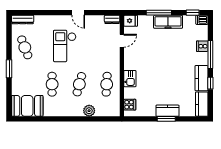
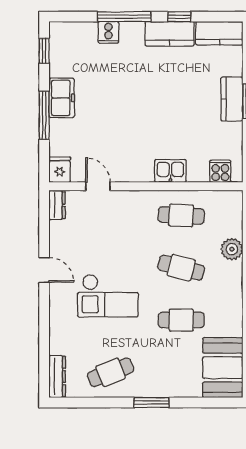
door: (78, 13) -> (44, 270), hinge flipped
dishwasher: (202, 20) -> (58, 33), removed
freezer: (168, 22) -> (62, 98), width x0.71

